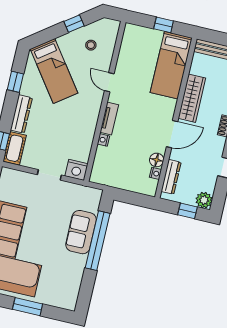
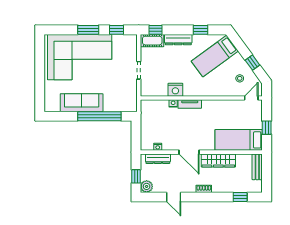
door: (109, 82) -> (251, 98), moved
floor lamp: (157, 160) -> (168, 145), removed
nightstand: (76, 170) -> (175, 90), moved, turned -90
sofa: (81, 232) -> (82, 103), moved, width x1.36
window: (28, 307) -> (40, 77), removed

